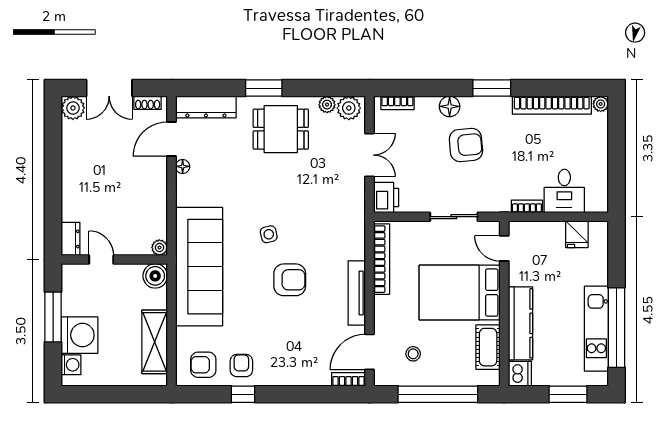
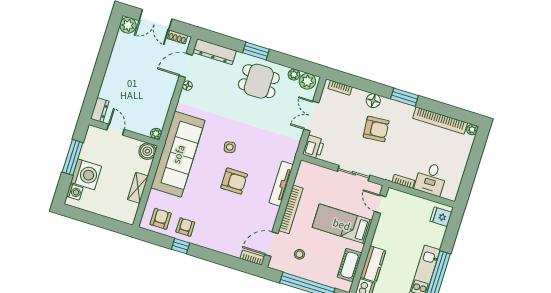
double door: (370, 155) -> (311, 116), swing flipped
fridge: (577, 234) -> (441, 217), moved, turned 90
bookcase: (382, 259) -> (291, 209), moved
tv unit: (357, 293) -> (281, 184), moved
bed: (460, 293) -> (342, 224), width x0.67
kitchen counter: (521, 323) -> (373, 264), width x0.67
shelving: (155, 342) -> (138, 188), width x0.67, depth x0.75
armchair: (203, 365) -> (161, 219), turned 90

